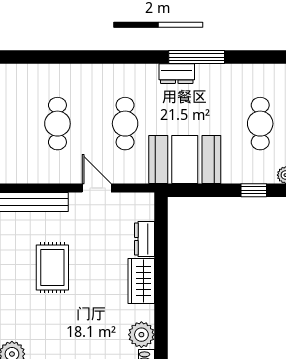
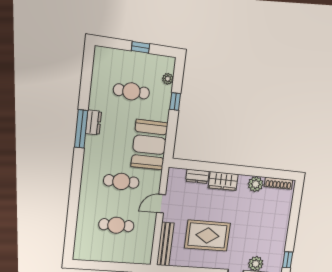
dresser: (177, 74) -> (93, 122), moved
rug: (52, 268) -> (207, 236), width x1.36, depth x1.43

